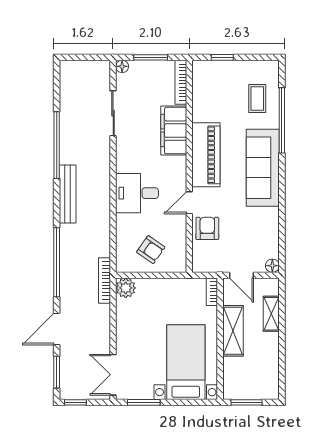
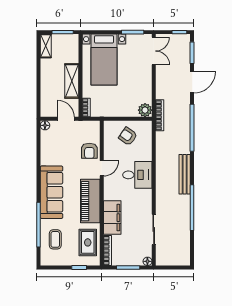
rug: (210, 94) -> (88, 242), added
shelving: (271, 314) -> (46, 46), moved

